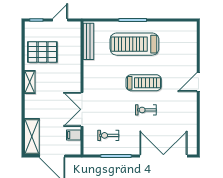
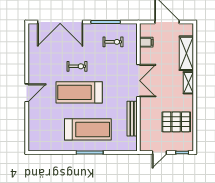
bench: (88, 41) -> (132, 119), moved
shelving: (30, 82) -> (188, 83), moved
treadmill: (144, 83) -> (79, 92), width x1.37, depth x1.38
double door: (82, 109) -> (138, 81), moved
shelving: (32, 137) -> (186, 53), moved

